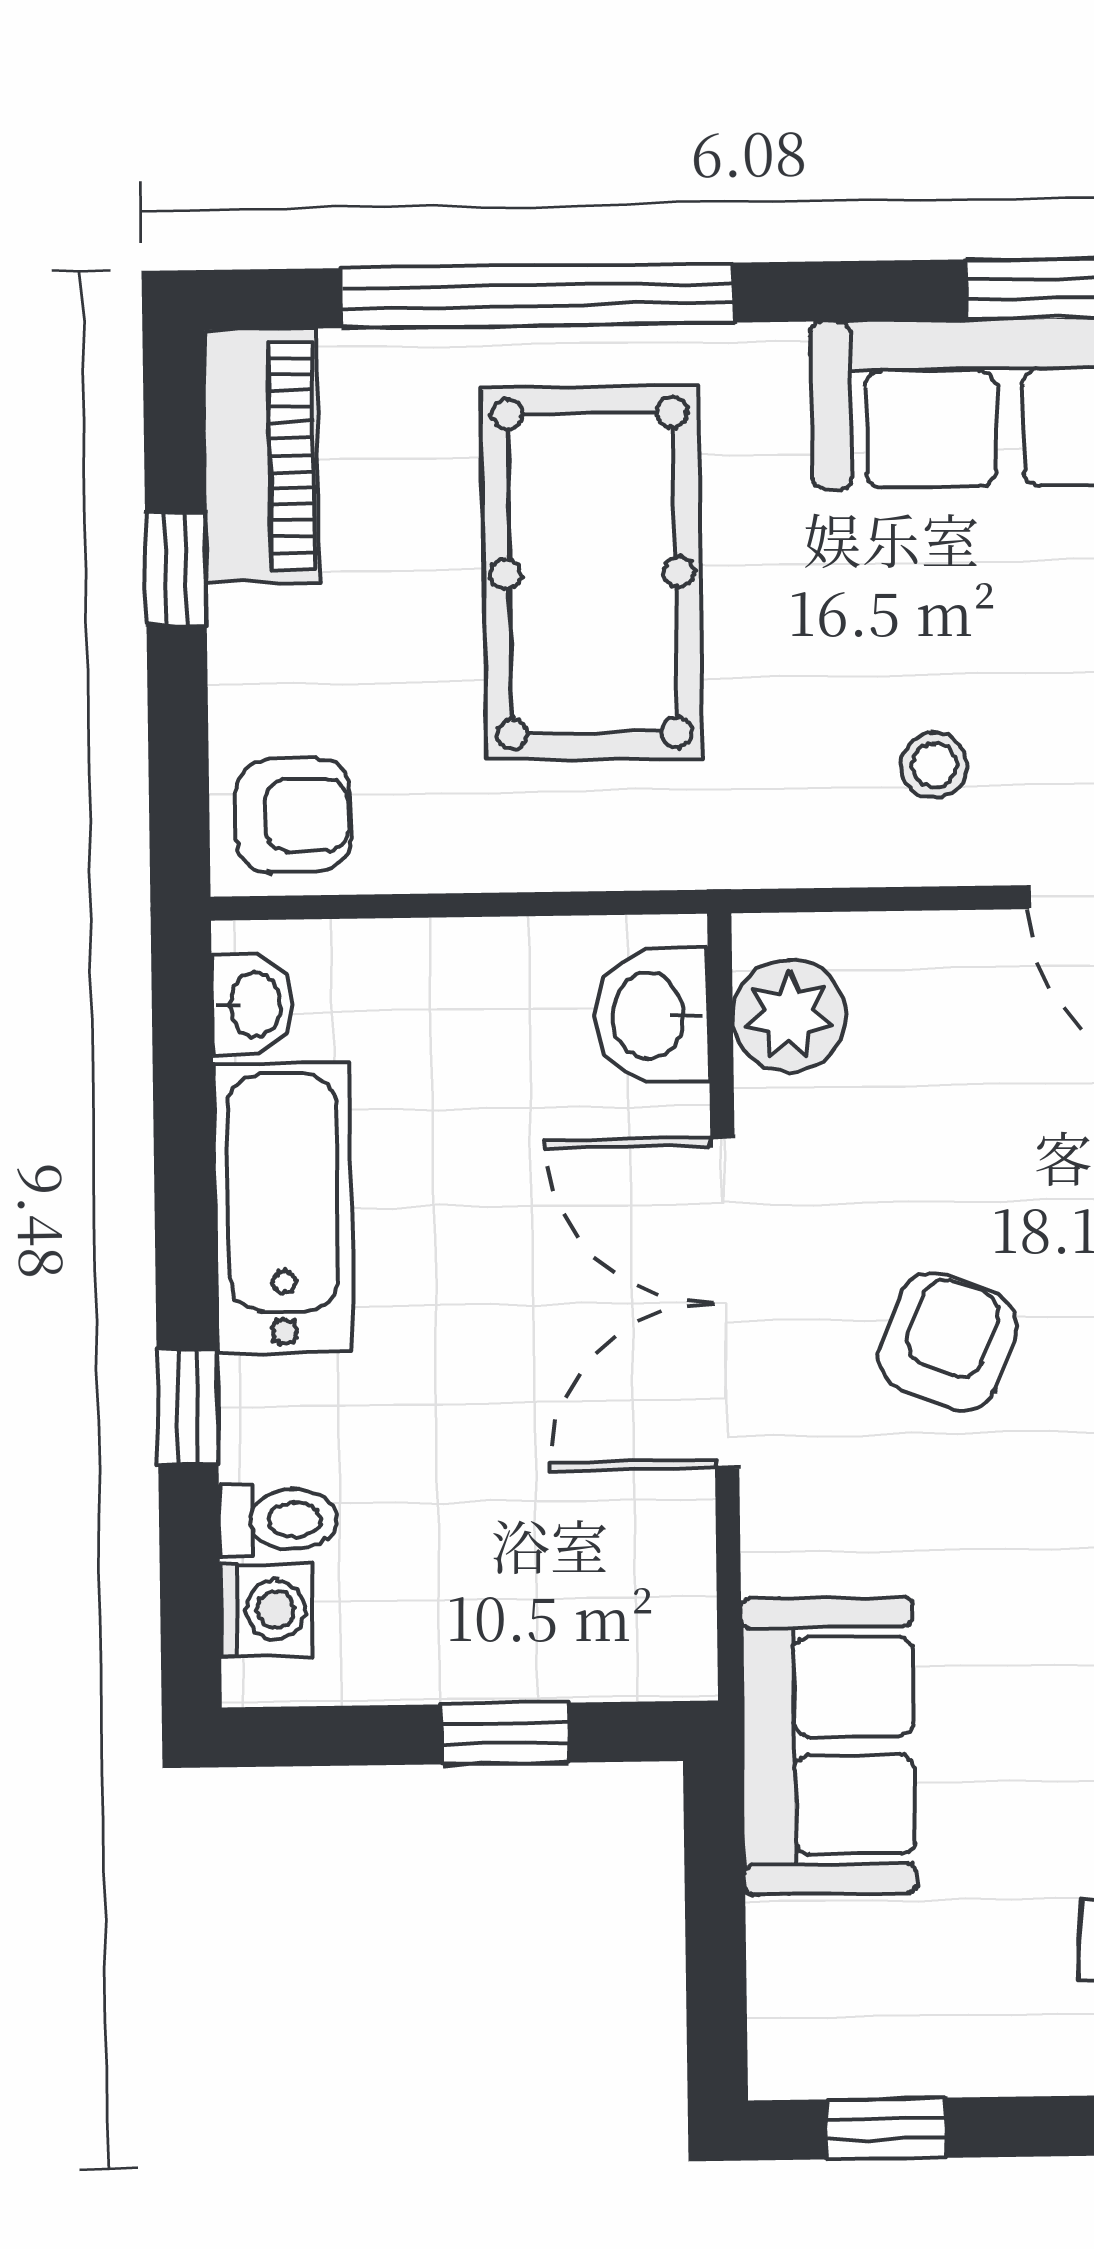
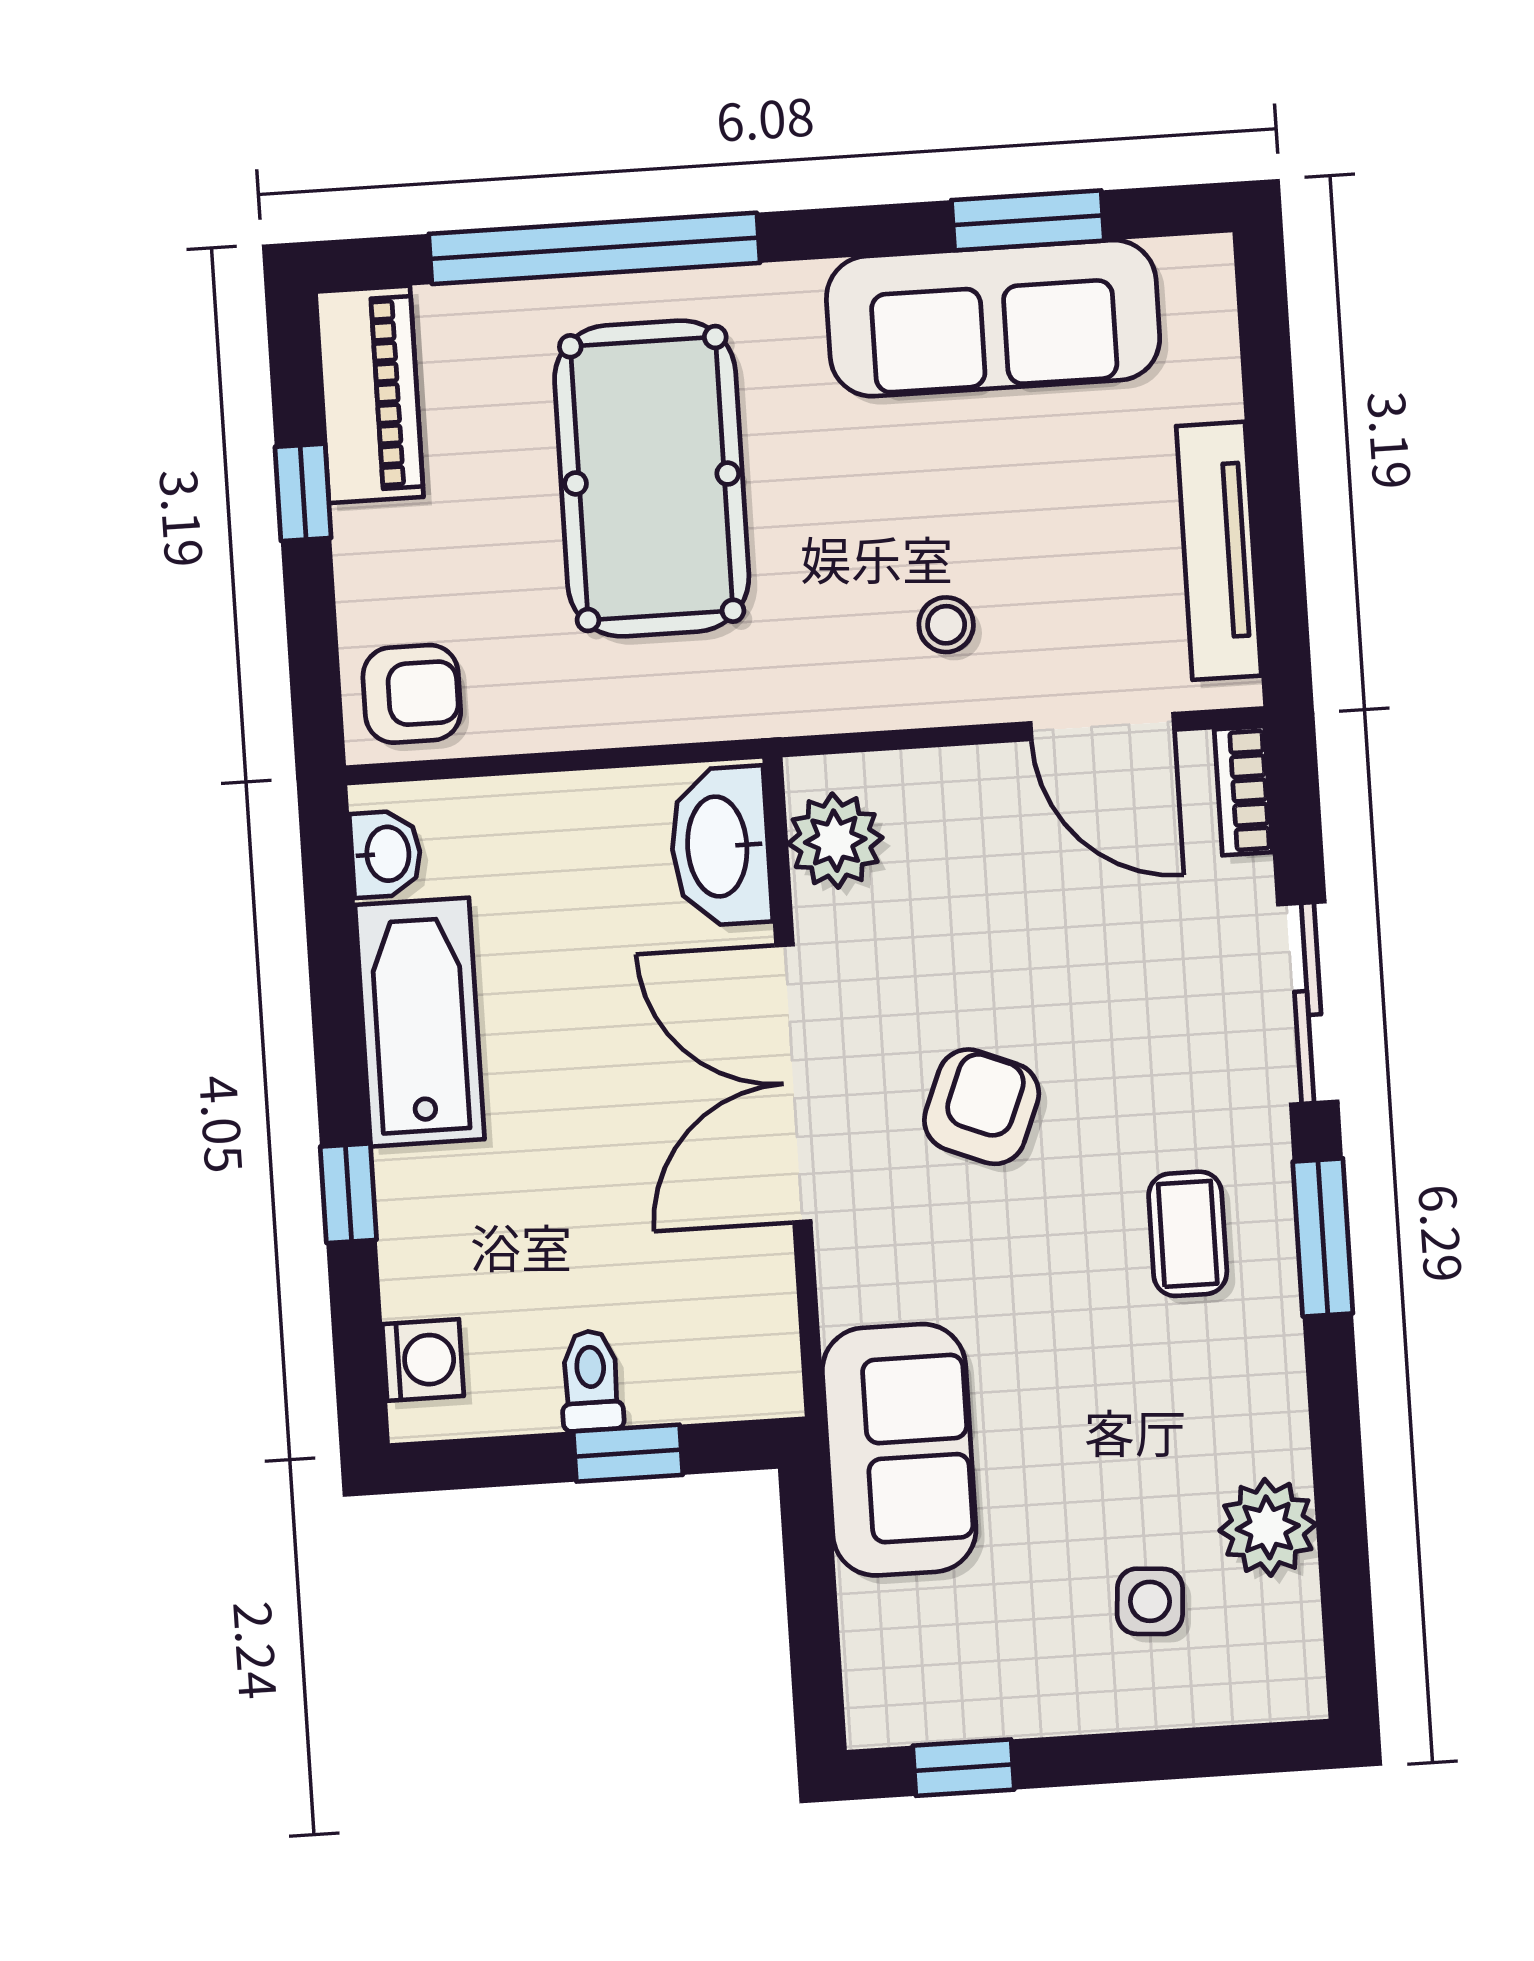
washbasin: (652, 1016) -> (720, 846), width x1.38
toilet: (278, 1520) -> (591, 1381), moved, turned -90

